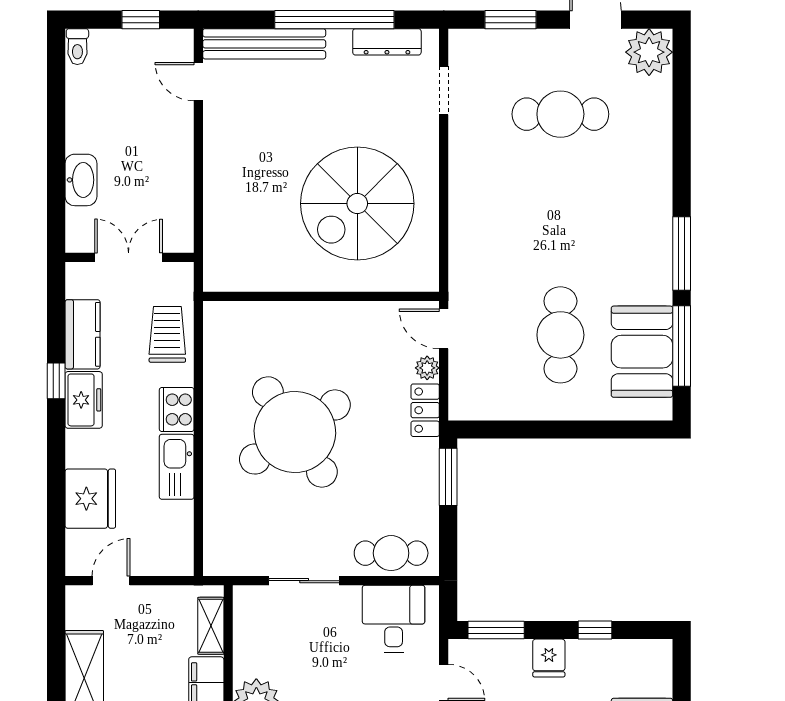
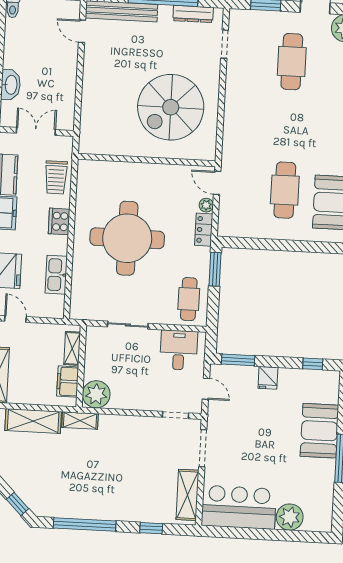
cafe table: (560, 114) -> (292, 62), turned 90
trolley: (167, 334) -> (56, 177), turned 180
round table: (295, 432) -> (127, 238), turned 34
kitchen sink: (177, 467) -> (56, 275), moved
cafe table: (391, 553) -> (189, 299), moved, turned 90
door: (111, 581) -> (15, 319), hinge flipped
window: (595, 630) -> (313, 364), moved

